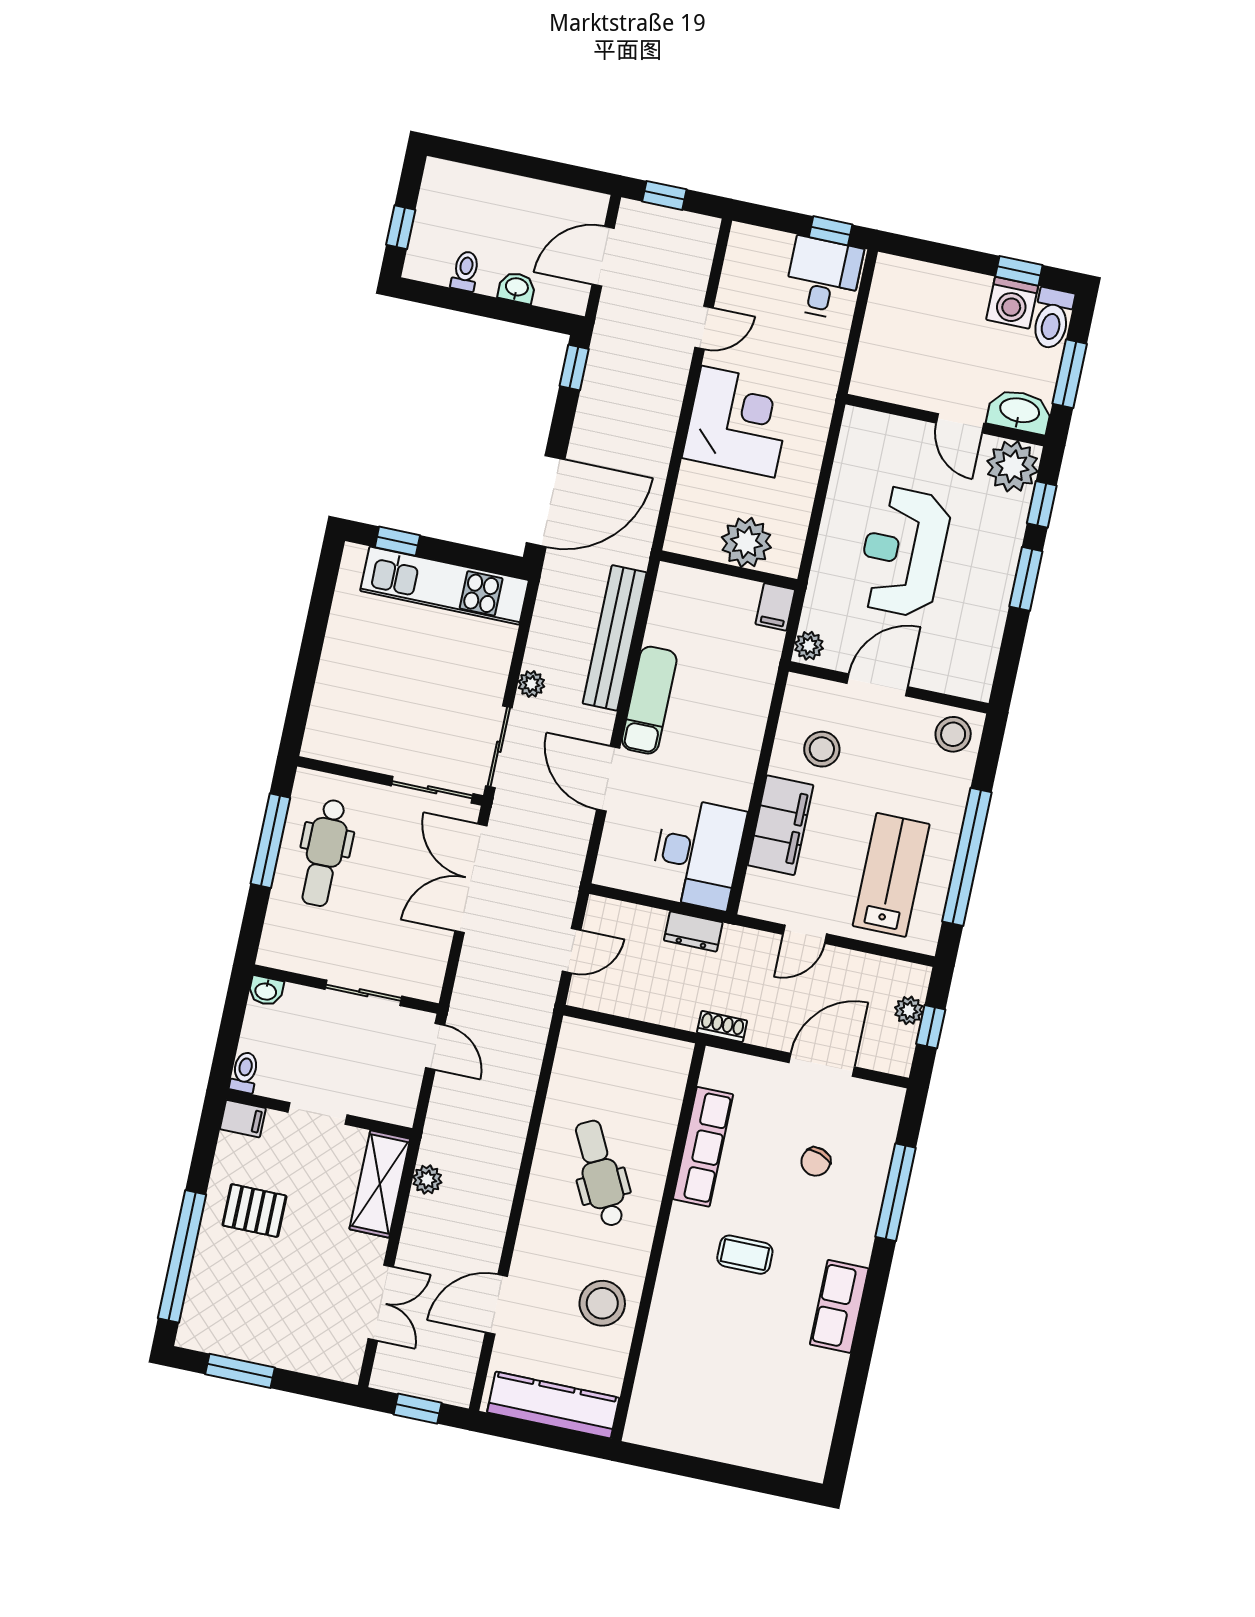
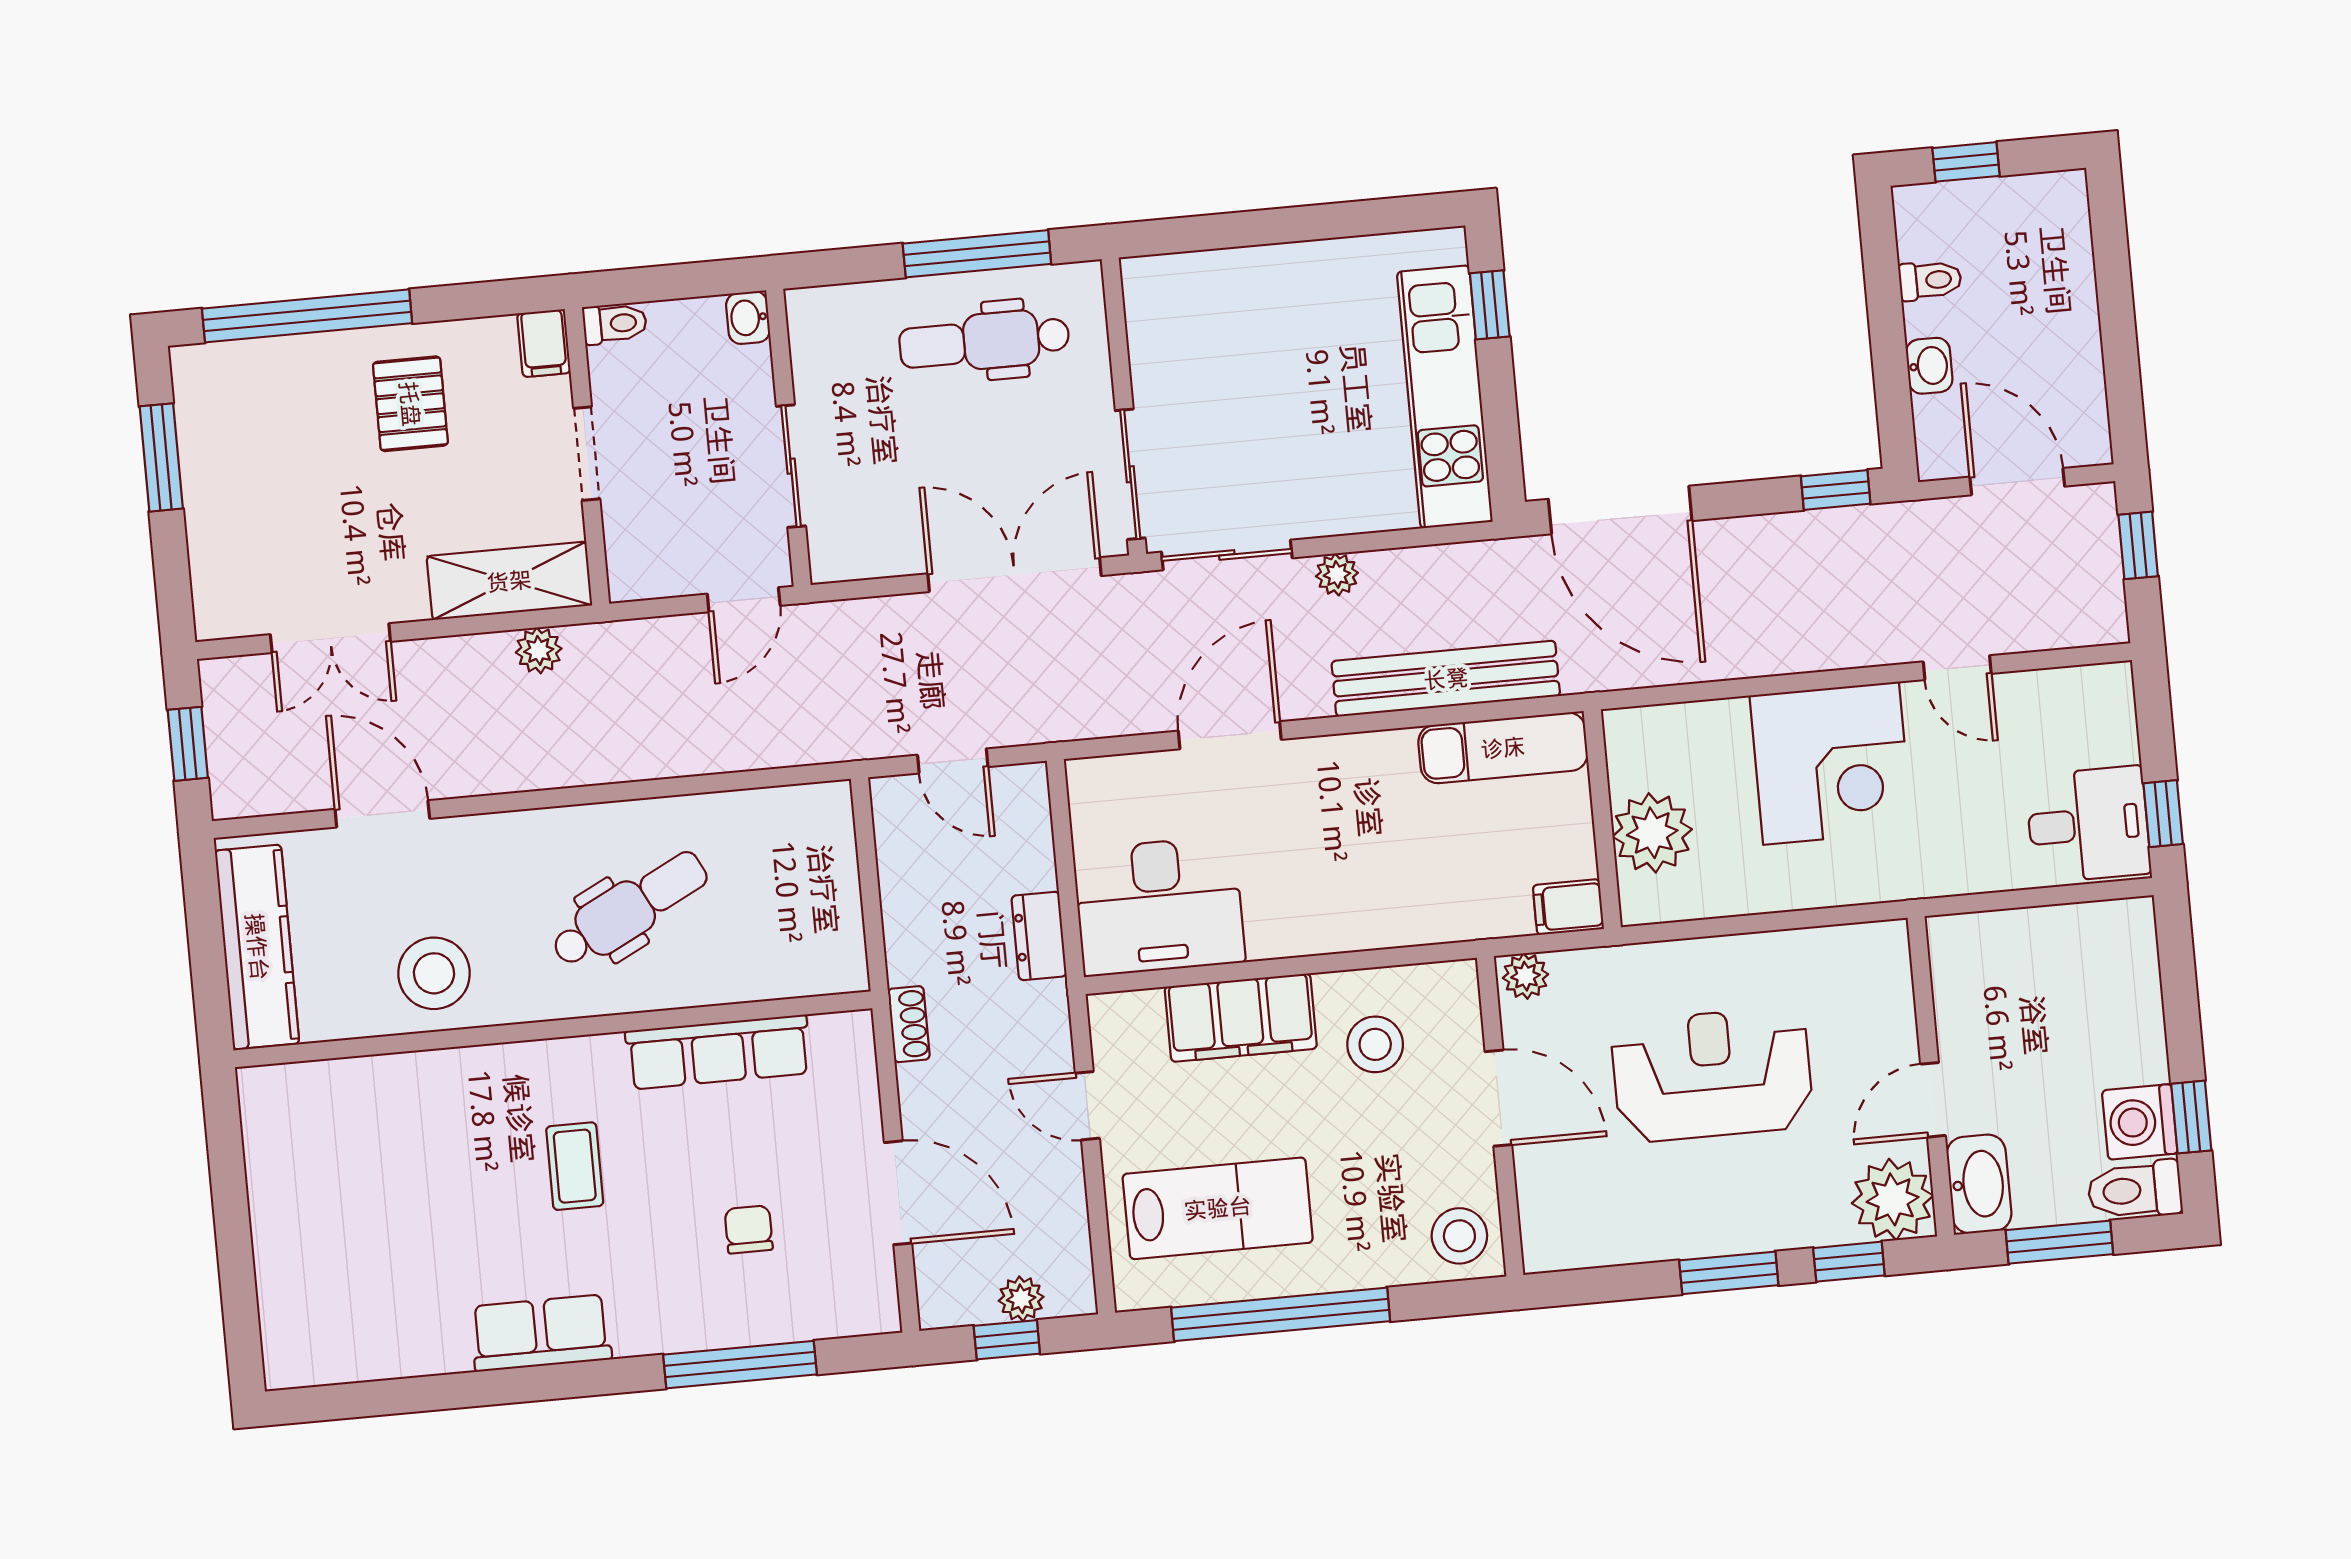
exam couch: (649, 700) -> (1503, 748), moved
chair: (816, 1162) -> (749, 1229), turned 71

